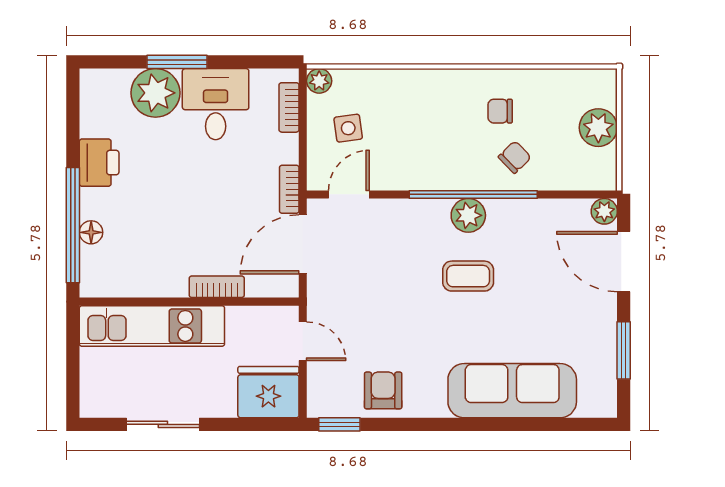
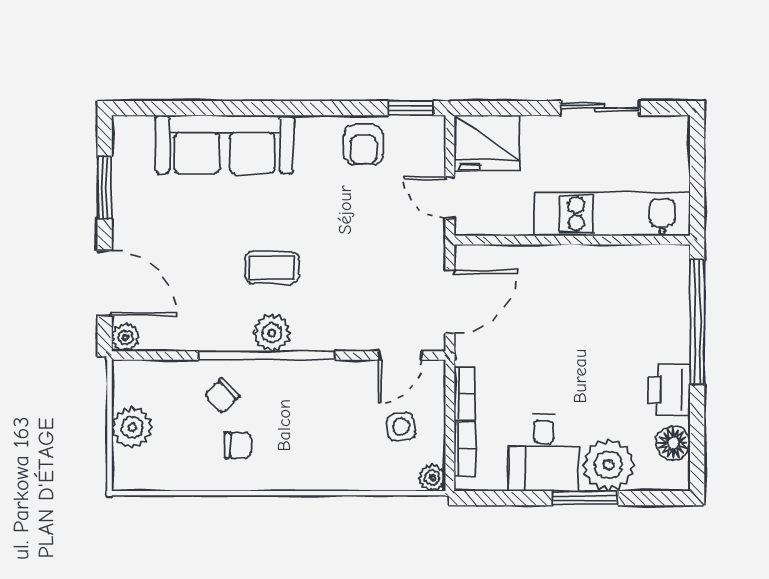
bookcase: (289, 189) -> (464, 394), moved
floor lamp: (91, 232) -> (673, 443), moved, width x1.37, depth x1.37
bookcase: (217, 287) -> (542, 256), removed

